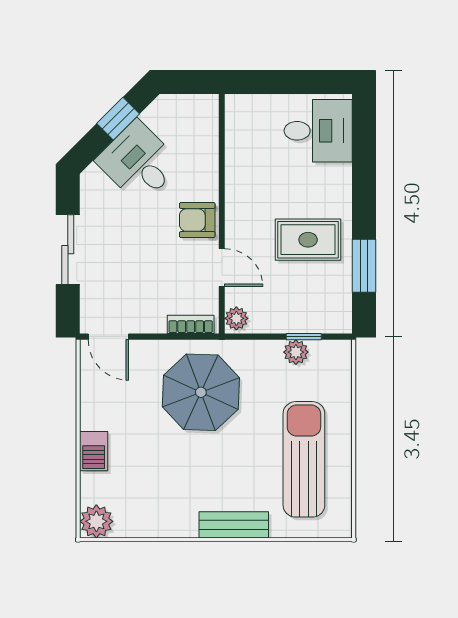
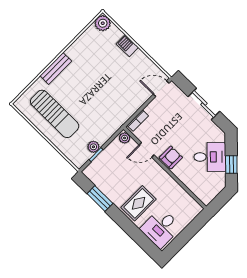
rug: (308, 240) -> (139, 203), moved
parasol: (201, 392) -> (111, 101), removed

